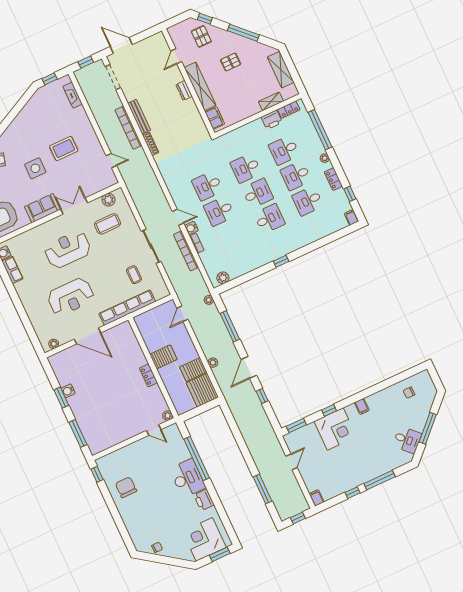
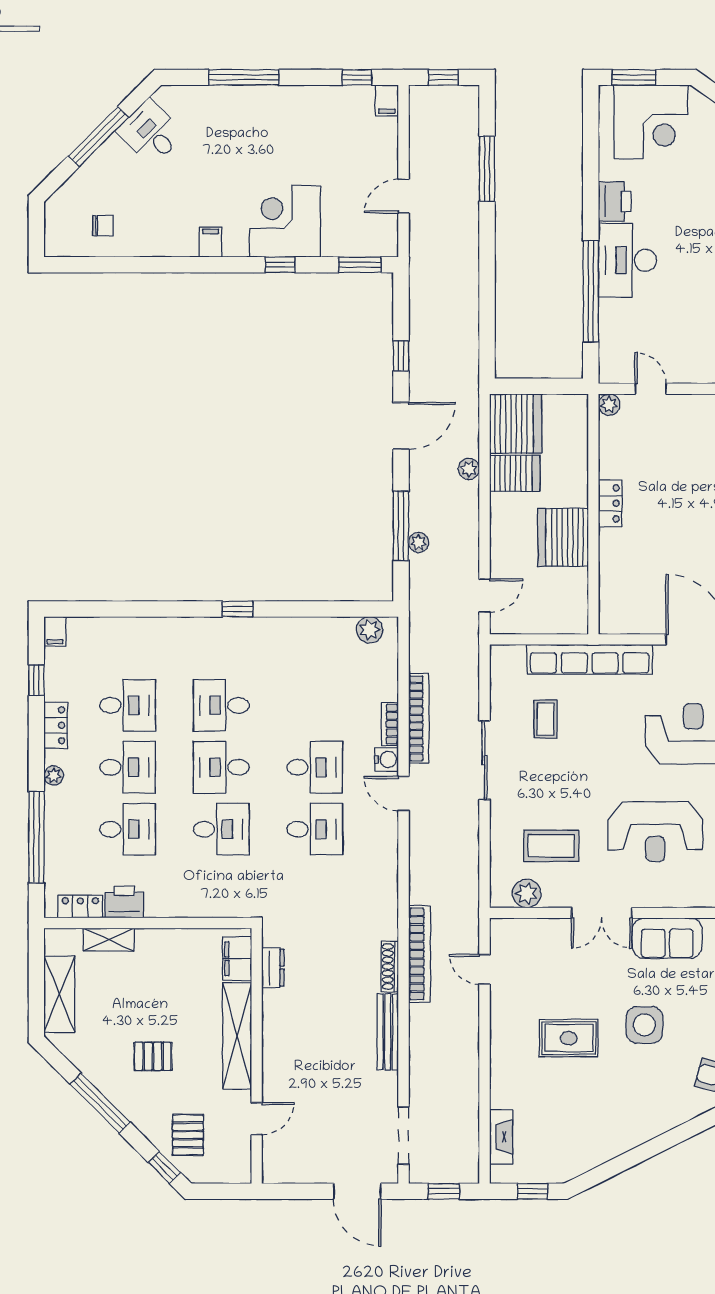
dresser: (184, 90) -> (273, 968), moved
bookcase: (128, 128) -> (420, 954), moved
plant: (209, 300) -> (419, 543), moved
server rack: (163, 357) -> (563, 537), width x1.60
window: (353, 493) -> (357, 77), moved

